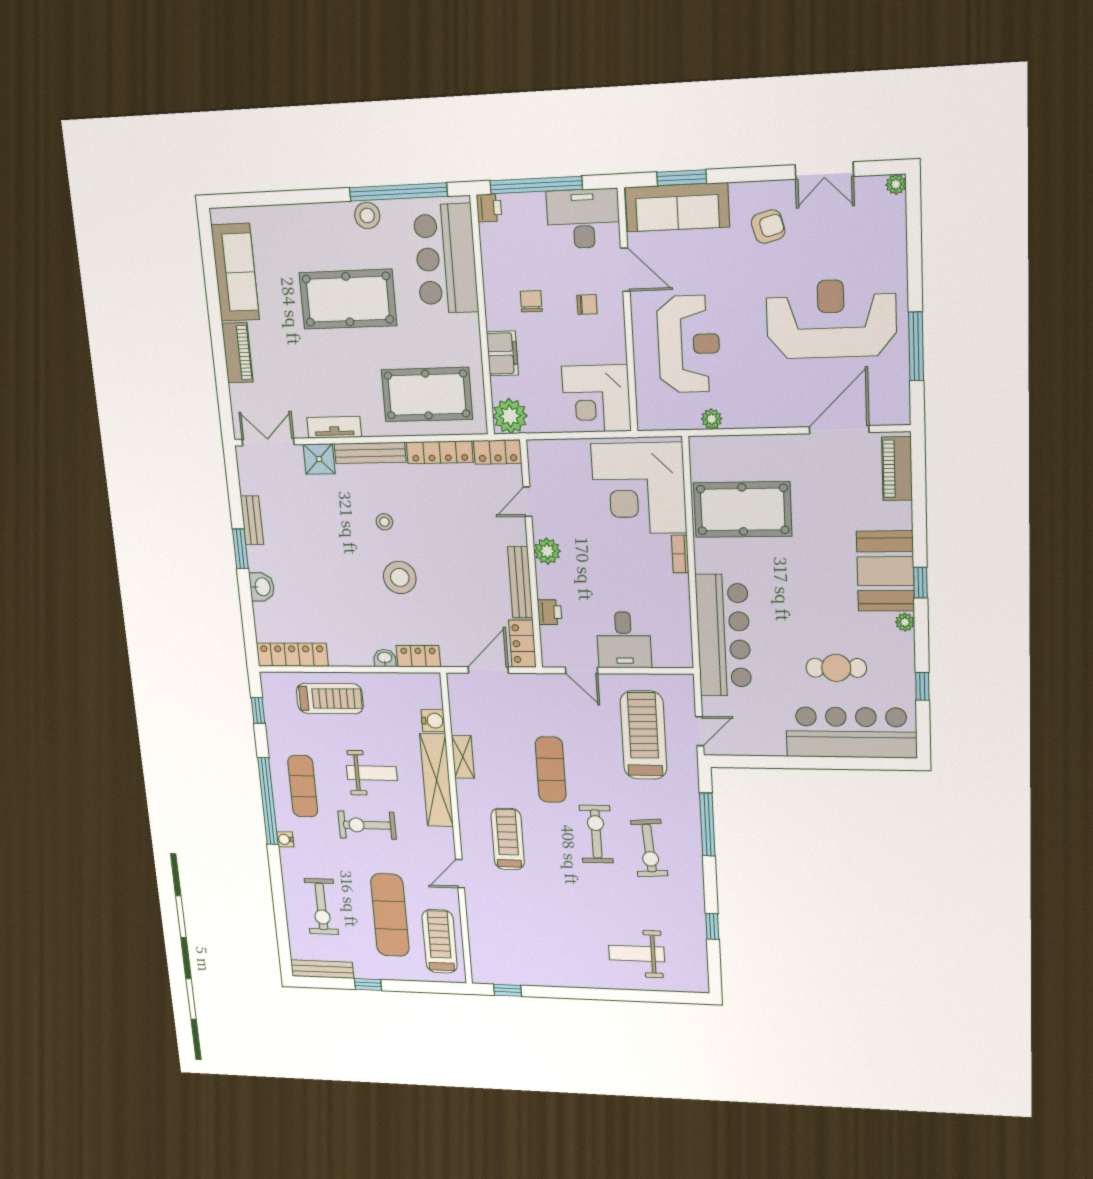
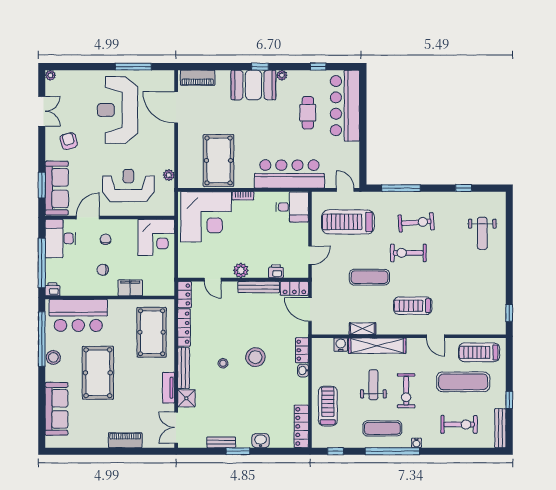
sofa: (235, 272) -> (56, 409), moved, turned 90
plant: (510, 416) -> (165, 286), removed
desk: (624, 640) -> (292, 207), moved

